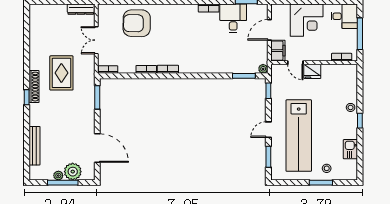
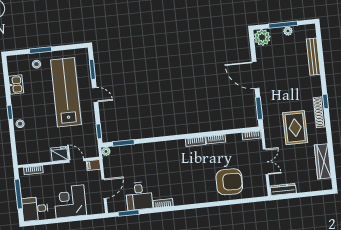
wardrobe: (36, 34) -> (323, 161), added
filing cabinet: (278, 51) -> (93, 165), width x0.50
door: (268, 130) -> (95, 95), hinge flipped
door: (97, 148) -> (256, 75), moved
plant: (73, 172) -> (262, 37), moved

